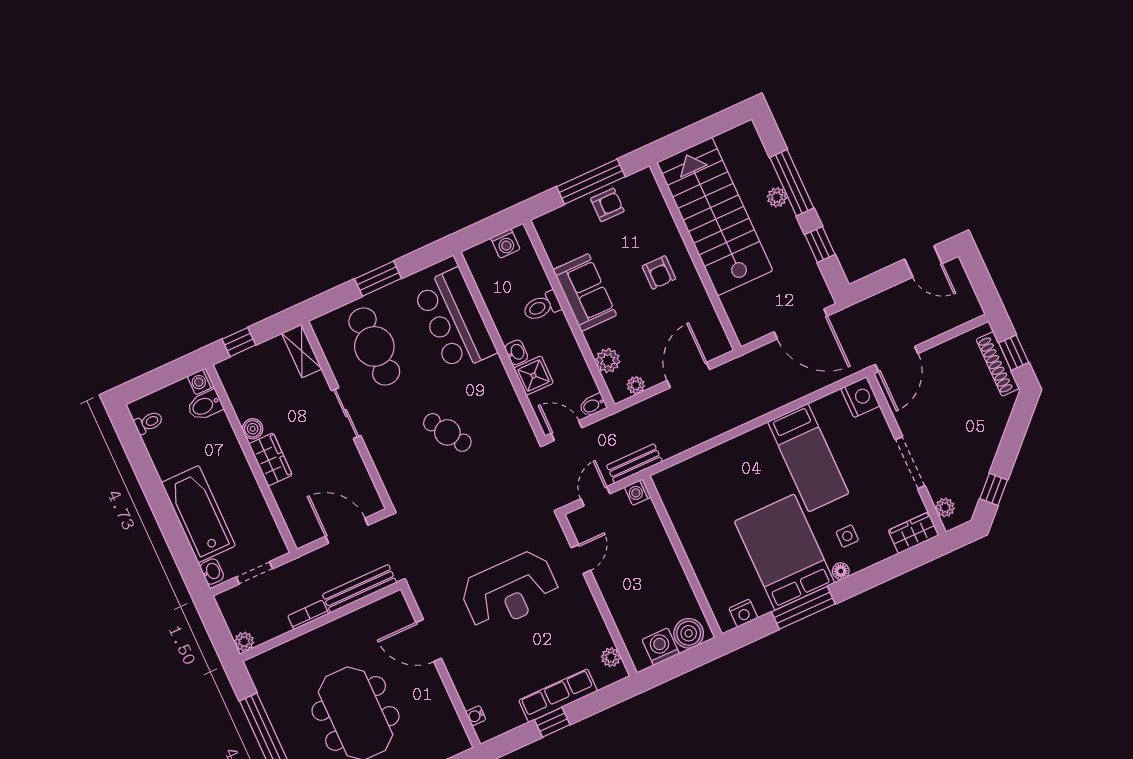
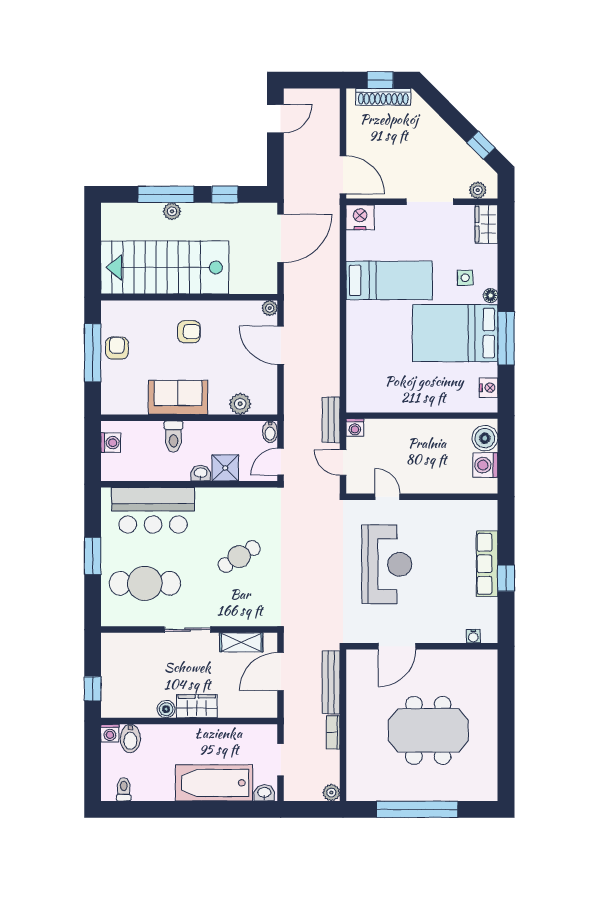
shelving: (302, 351) -> (241, 642), moved
plant: (636, 385) -> (270, 308), moved
plant: (611, 657) -> (476, 508), removed

